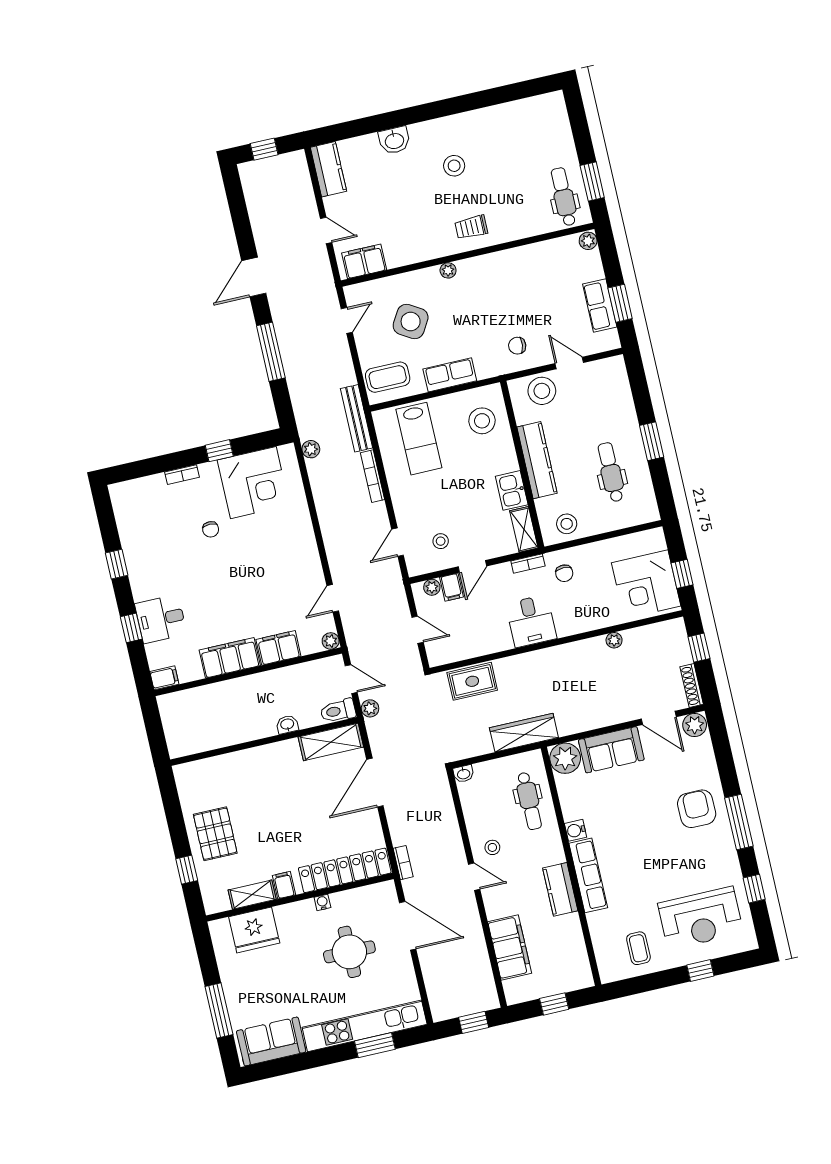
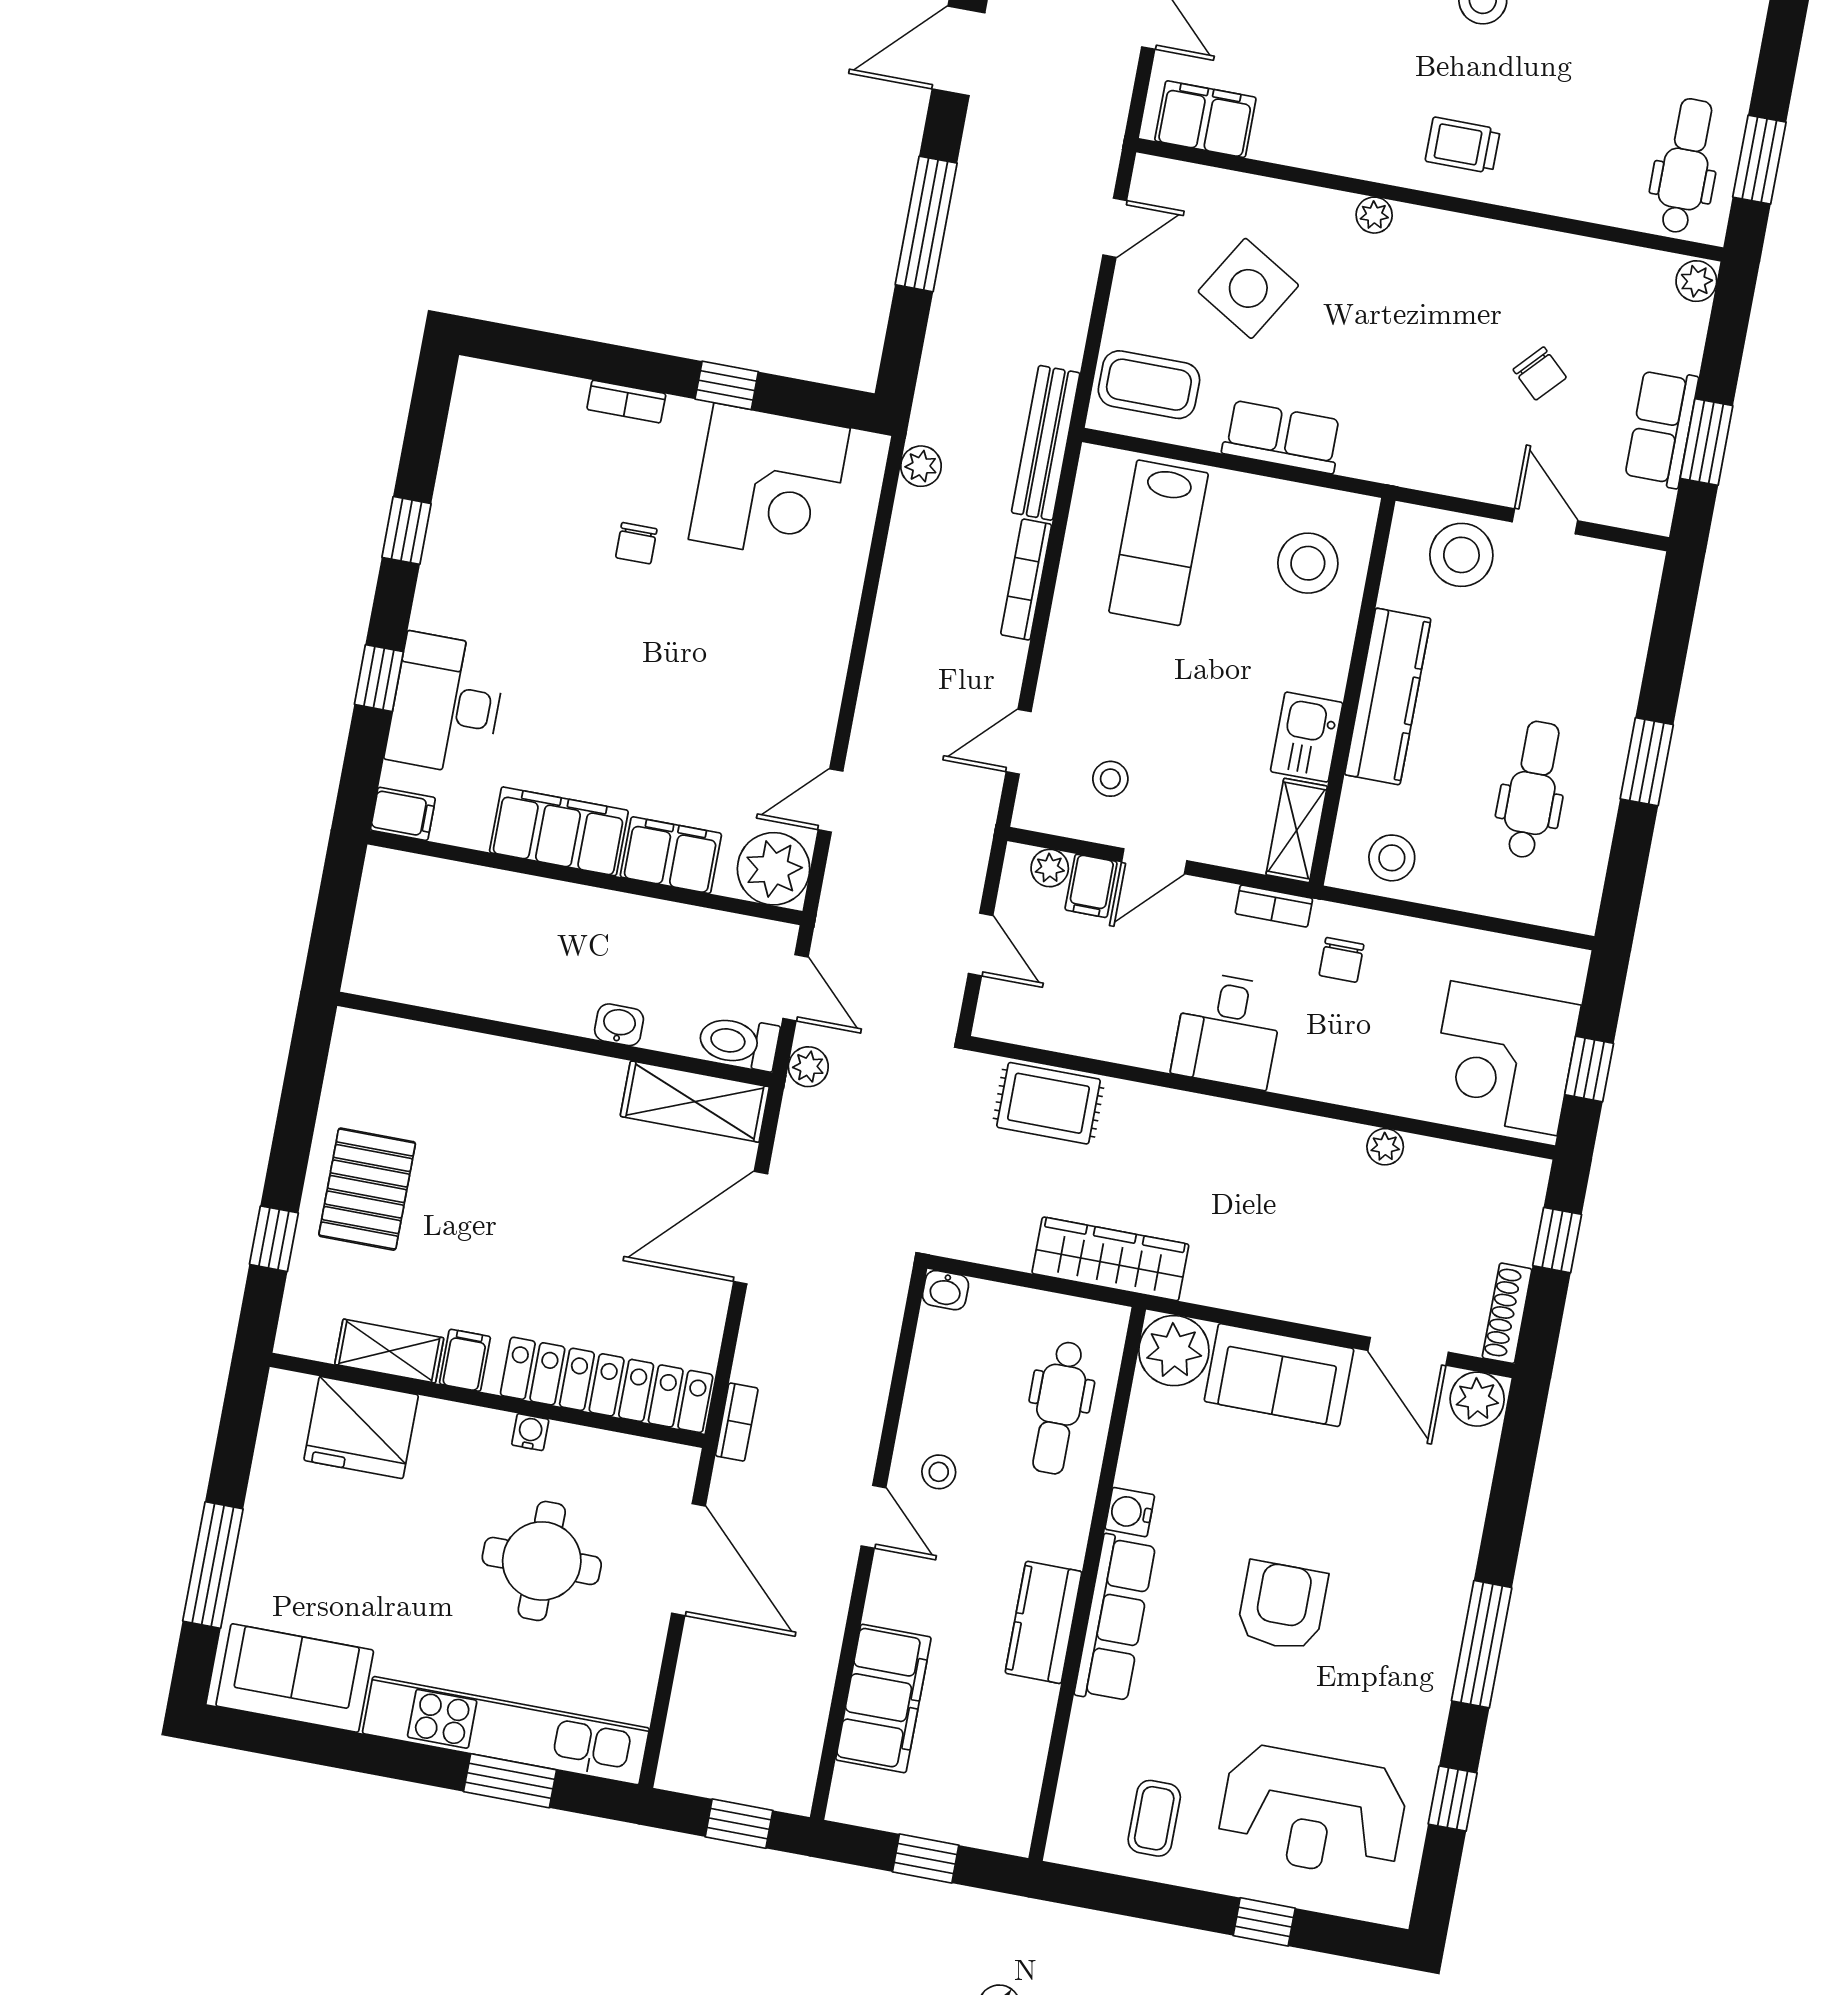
chair: (517, 346) -> (1540, 374), moved, turned -144
desk: (161, 619) -> (446, 704), width x1.37
plant: (331, 641) -> (774, 869), width x1.88, depth x1.88
armchair: (697, 809) -> (1282, 1606), moved

